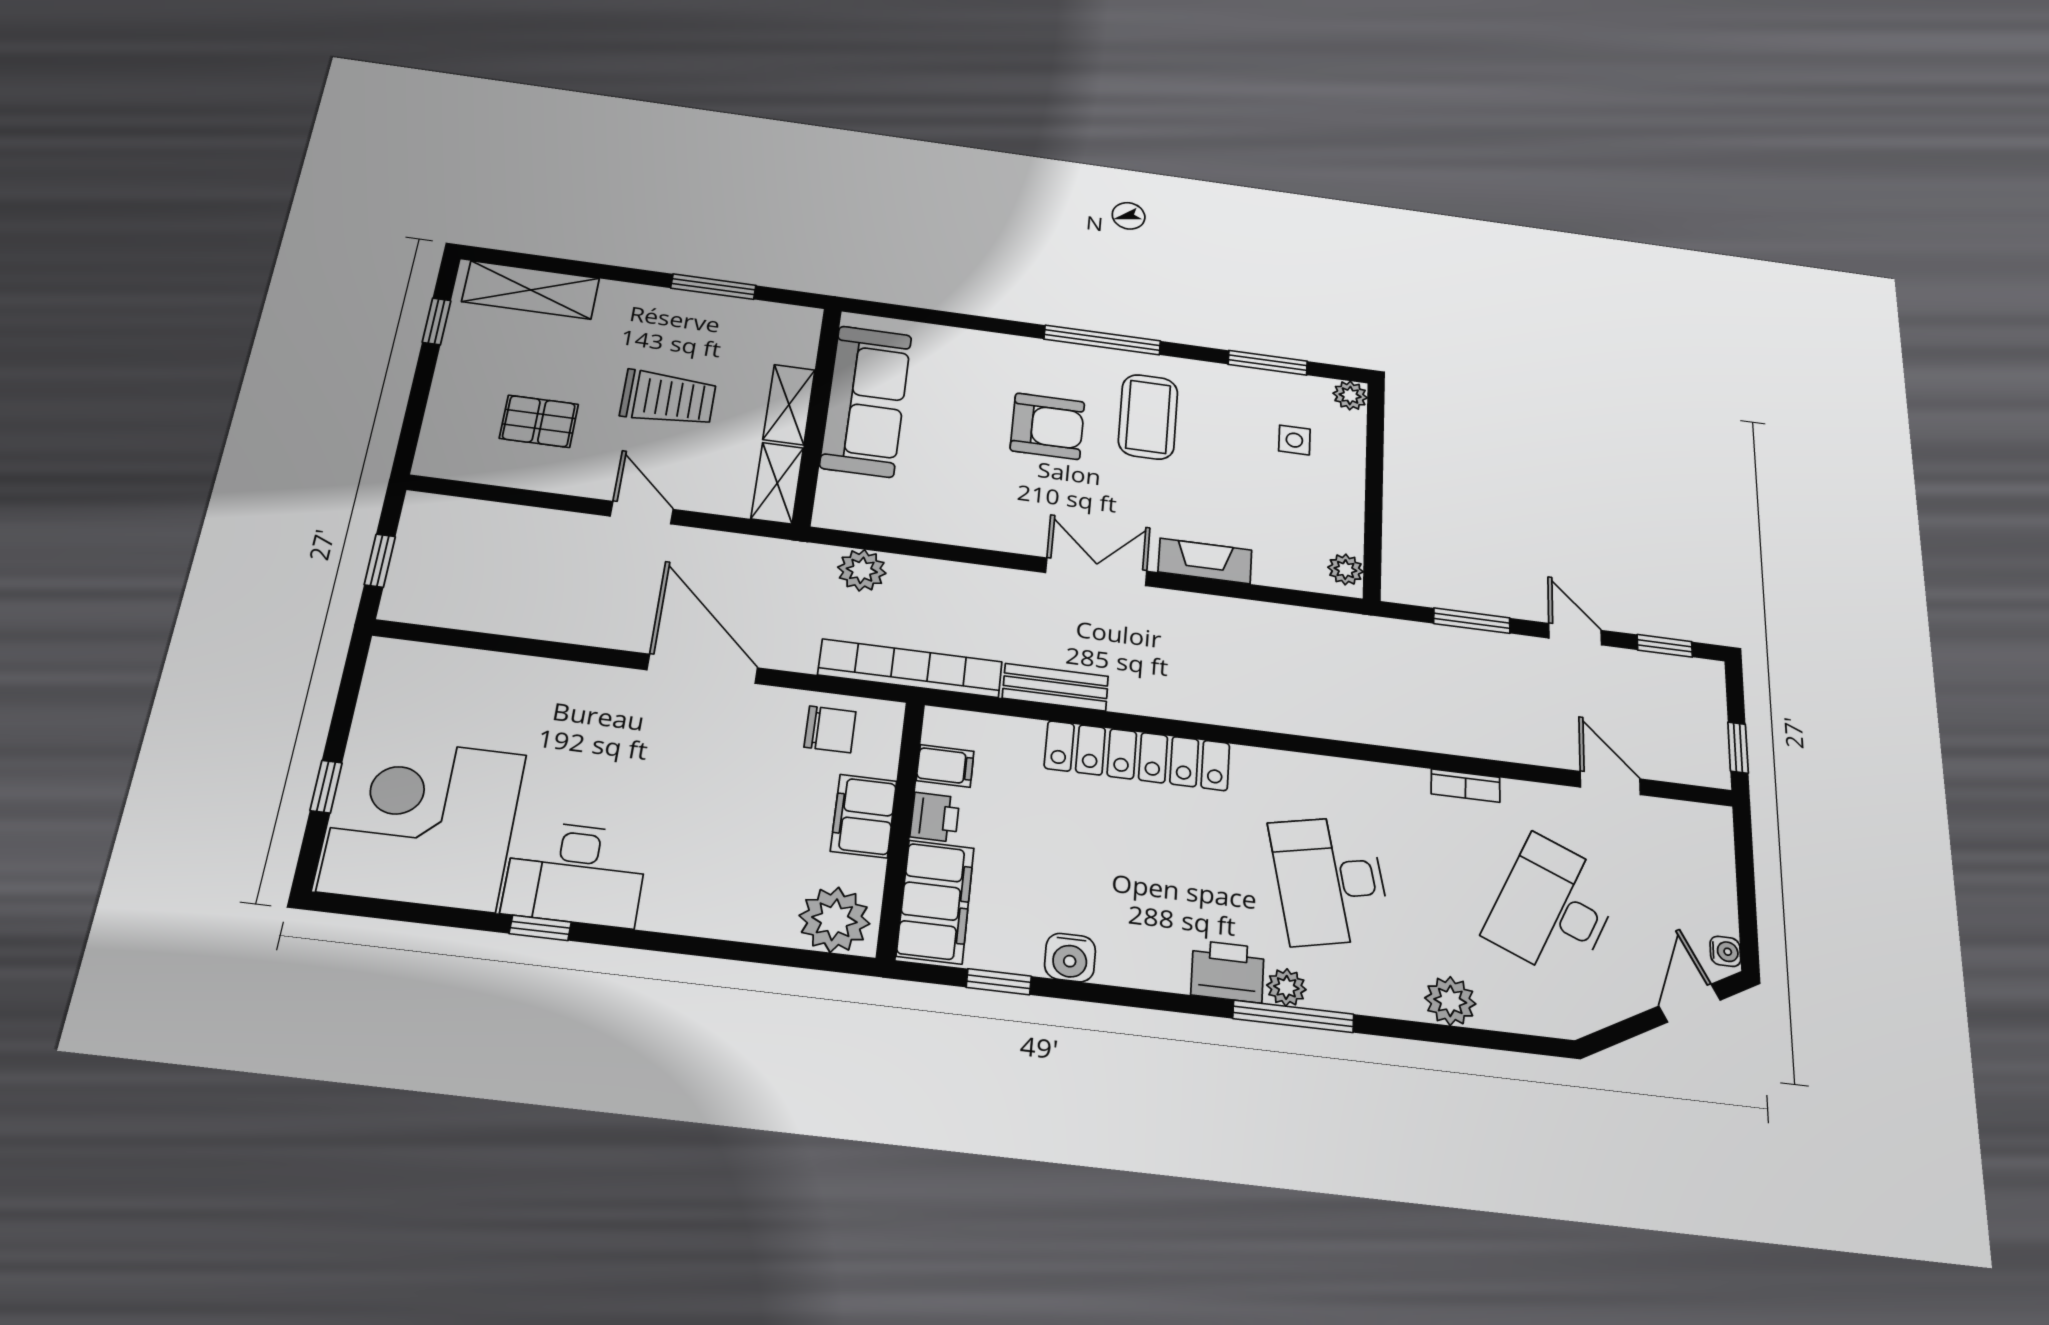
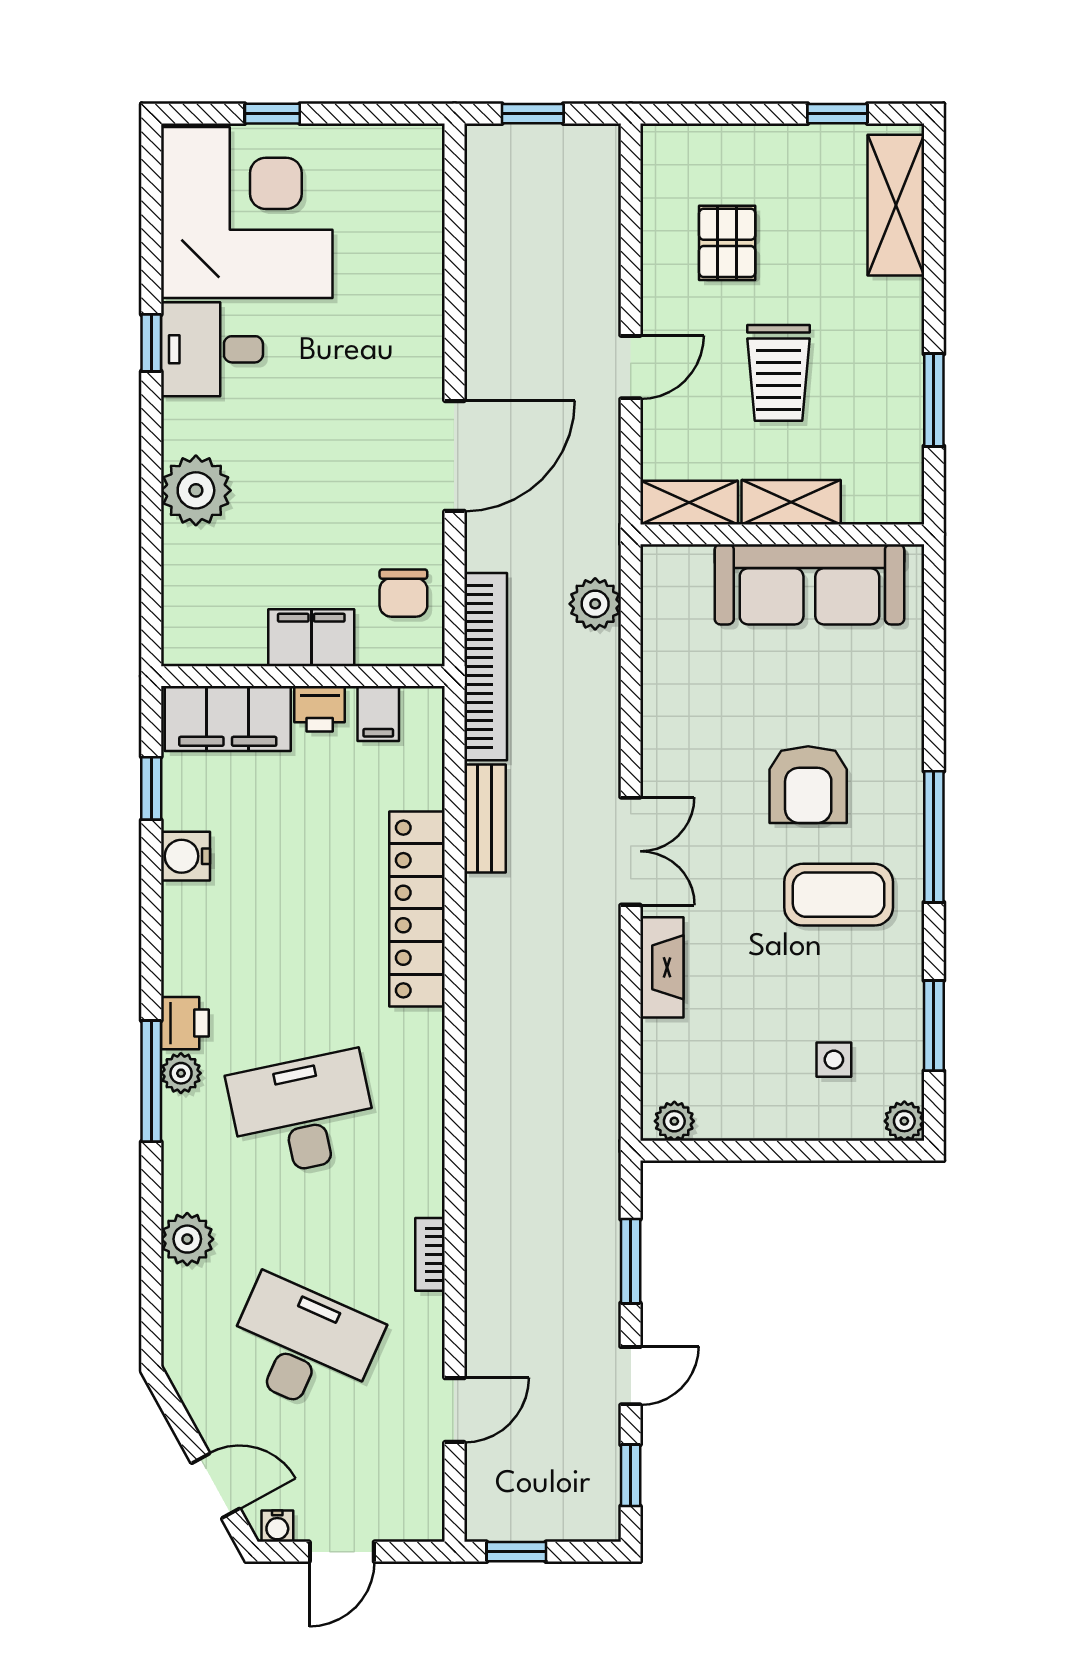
desk: (576, 874) -> (212, 349), width x0.73
door: (1746, 897) -> (342, 1552), added
plant: (834, 920) -> (196, 490), moved
printer: (1228, 971) -> (185, 1023), width x0.73, depth x0.81

